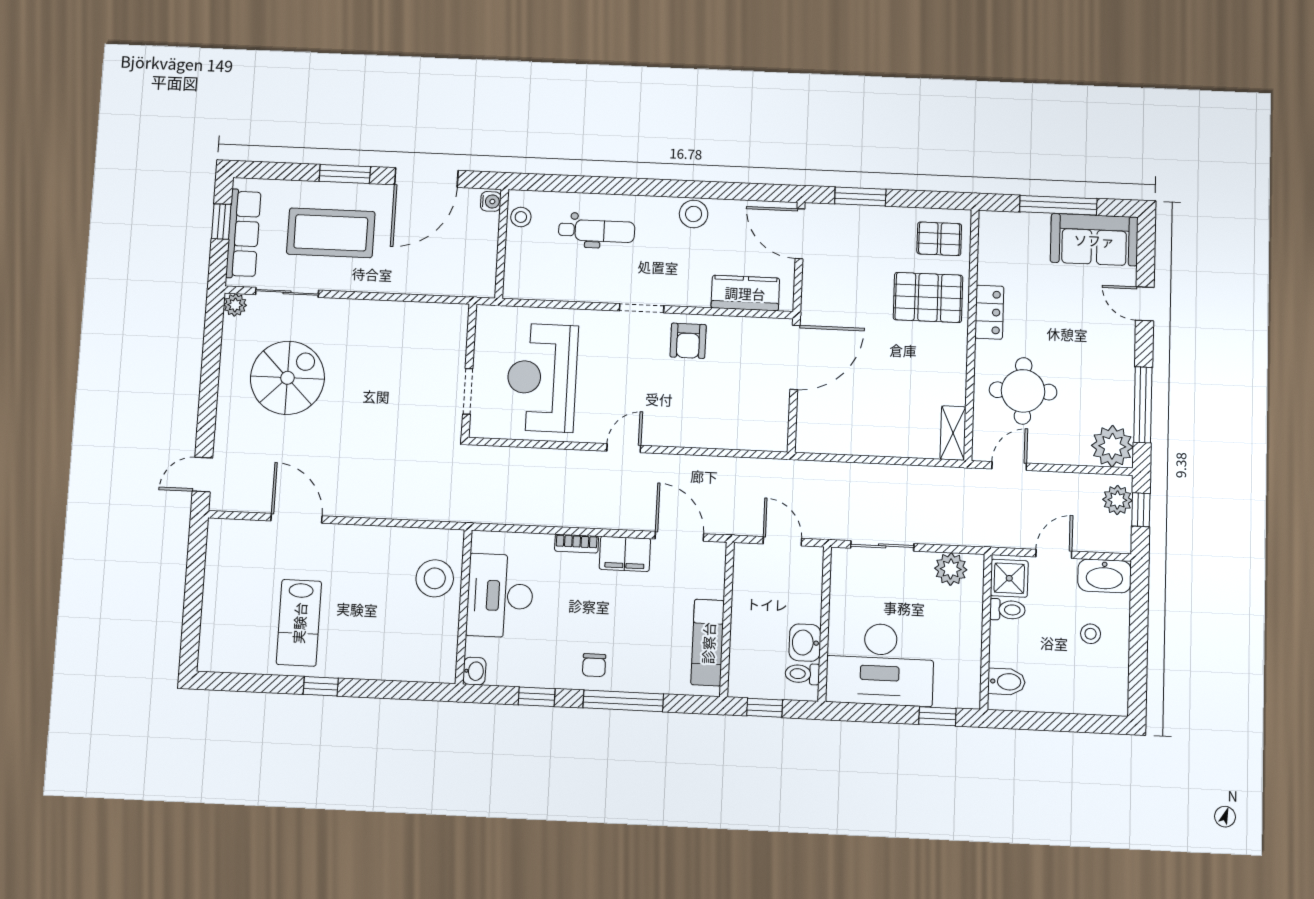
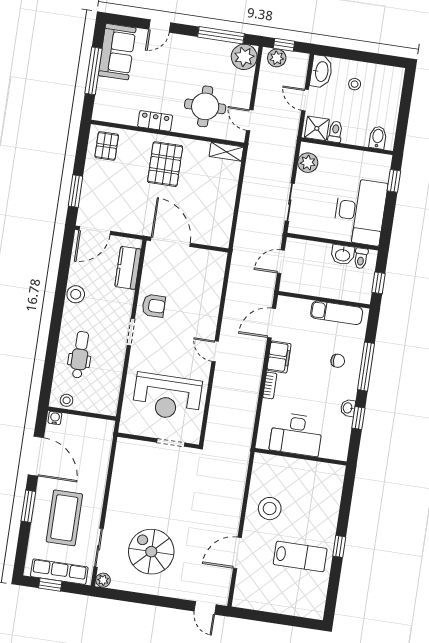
pallet: (928, 297) -> (165, 164), moved
stool: (435, 578) -> (270, 509), moved
chair: (594, 665) -> (338, 361), moved
washbasin: (474, 671) -> (348, 408), moved, turned -90

